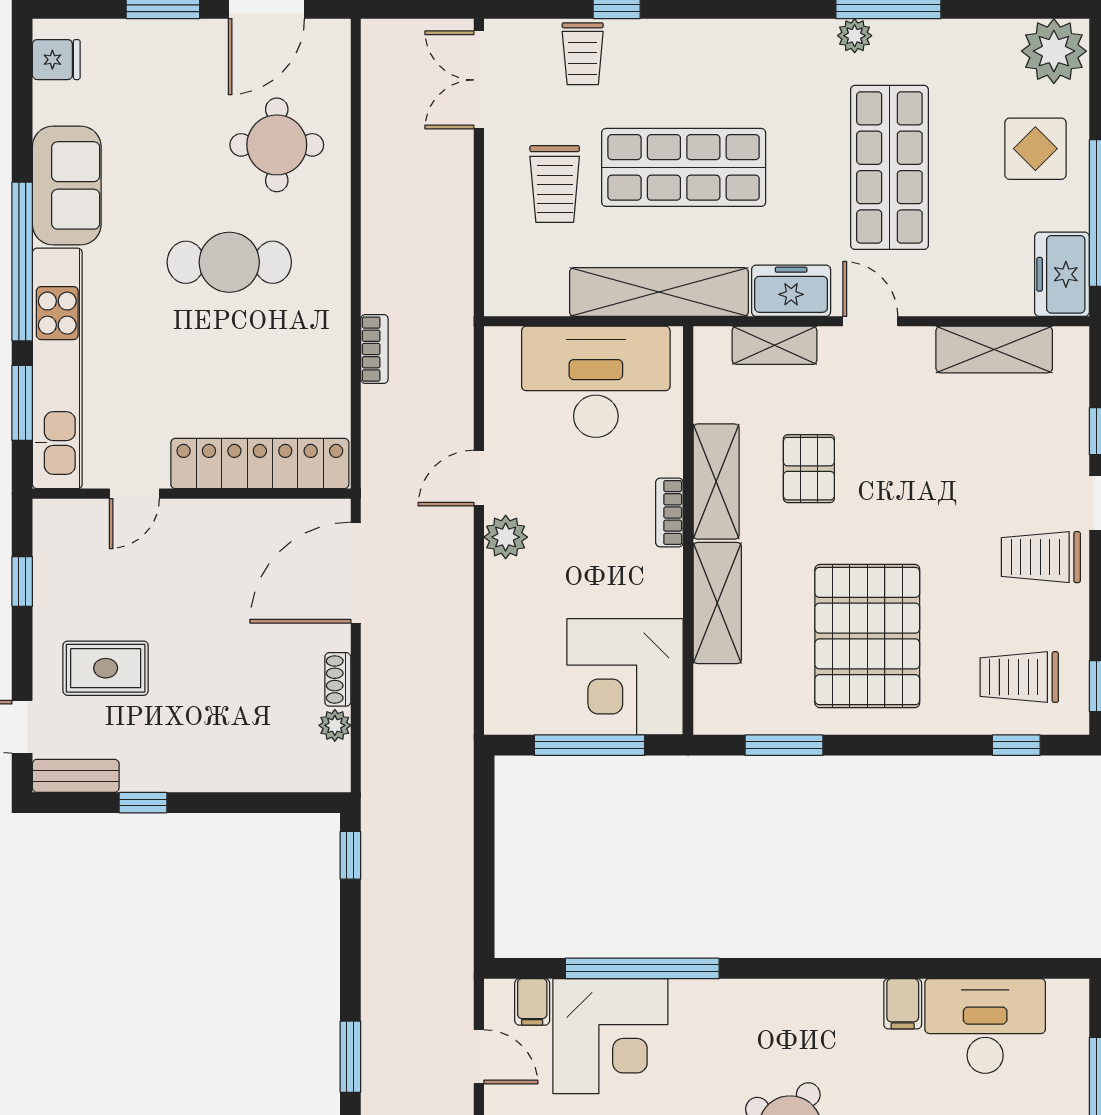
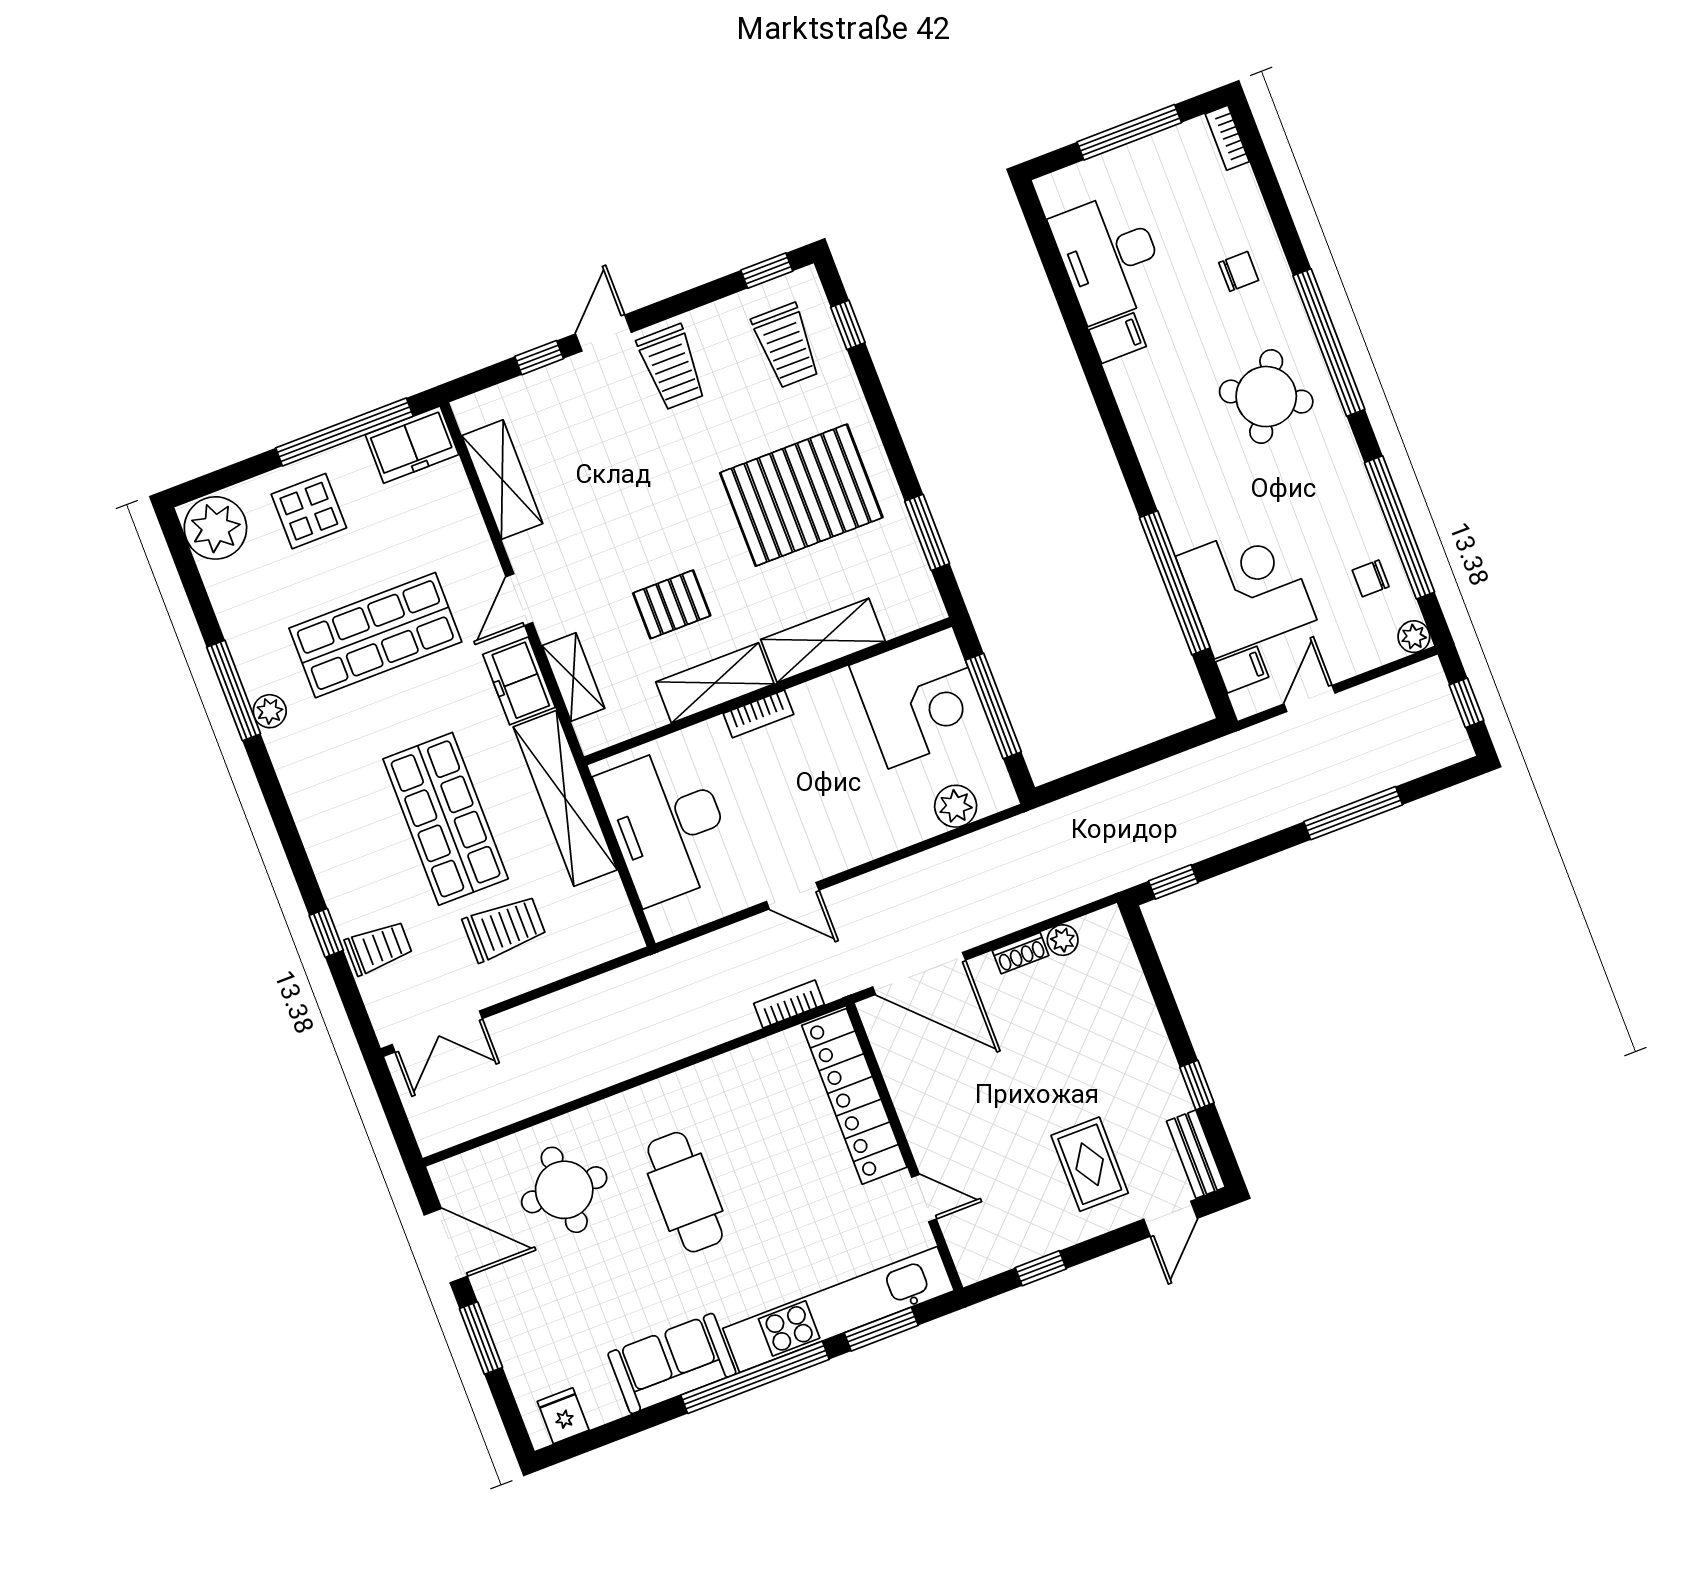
bookcase: (374, 349) -> (789, 1004), moved
plant: (506, 537) -> (956, 806), moved
window: (350, 1057) -> (1353, 813), width x1.44

